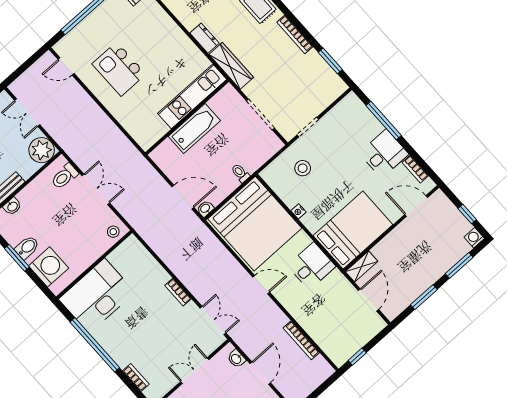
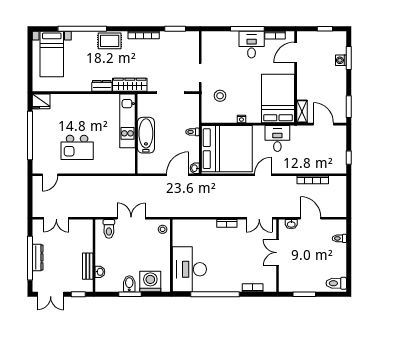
window: (384, 120) -> (247, 29), moved
plant: (42, 150) -> (84, 229), removed
washing machine: (474, 238) -> (341, 60), moved
window: (424, 297) -> (349, 107), moved
double door: (213, 320) -> (259, 218), swing flipped

